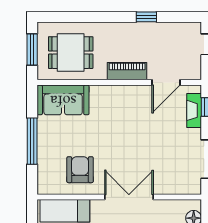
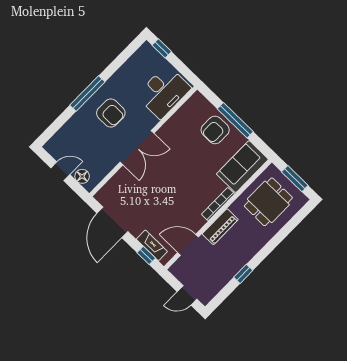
door: (166, 82) -> (188, 245), hinge flipped
bookcase: (111, 90) -> (218, 204), added
armchair: (80, 170) -> (215, 130), moved, turned 90

